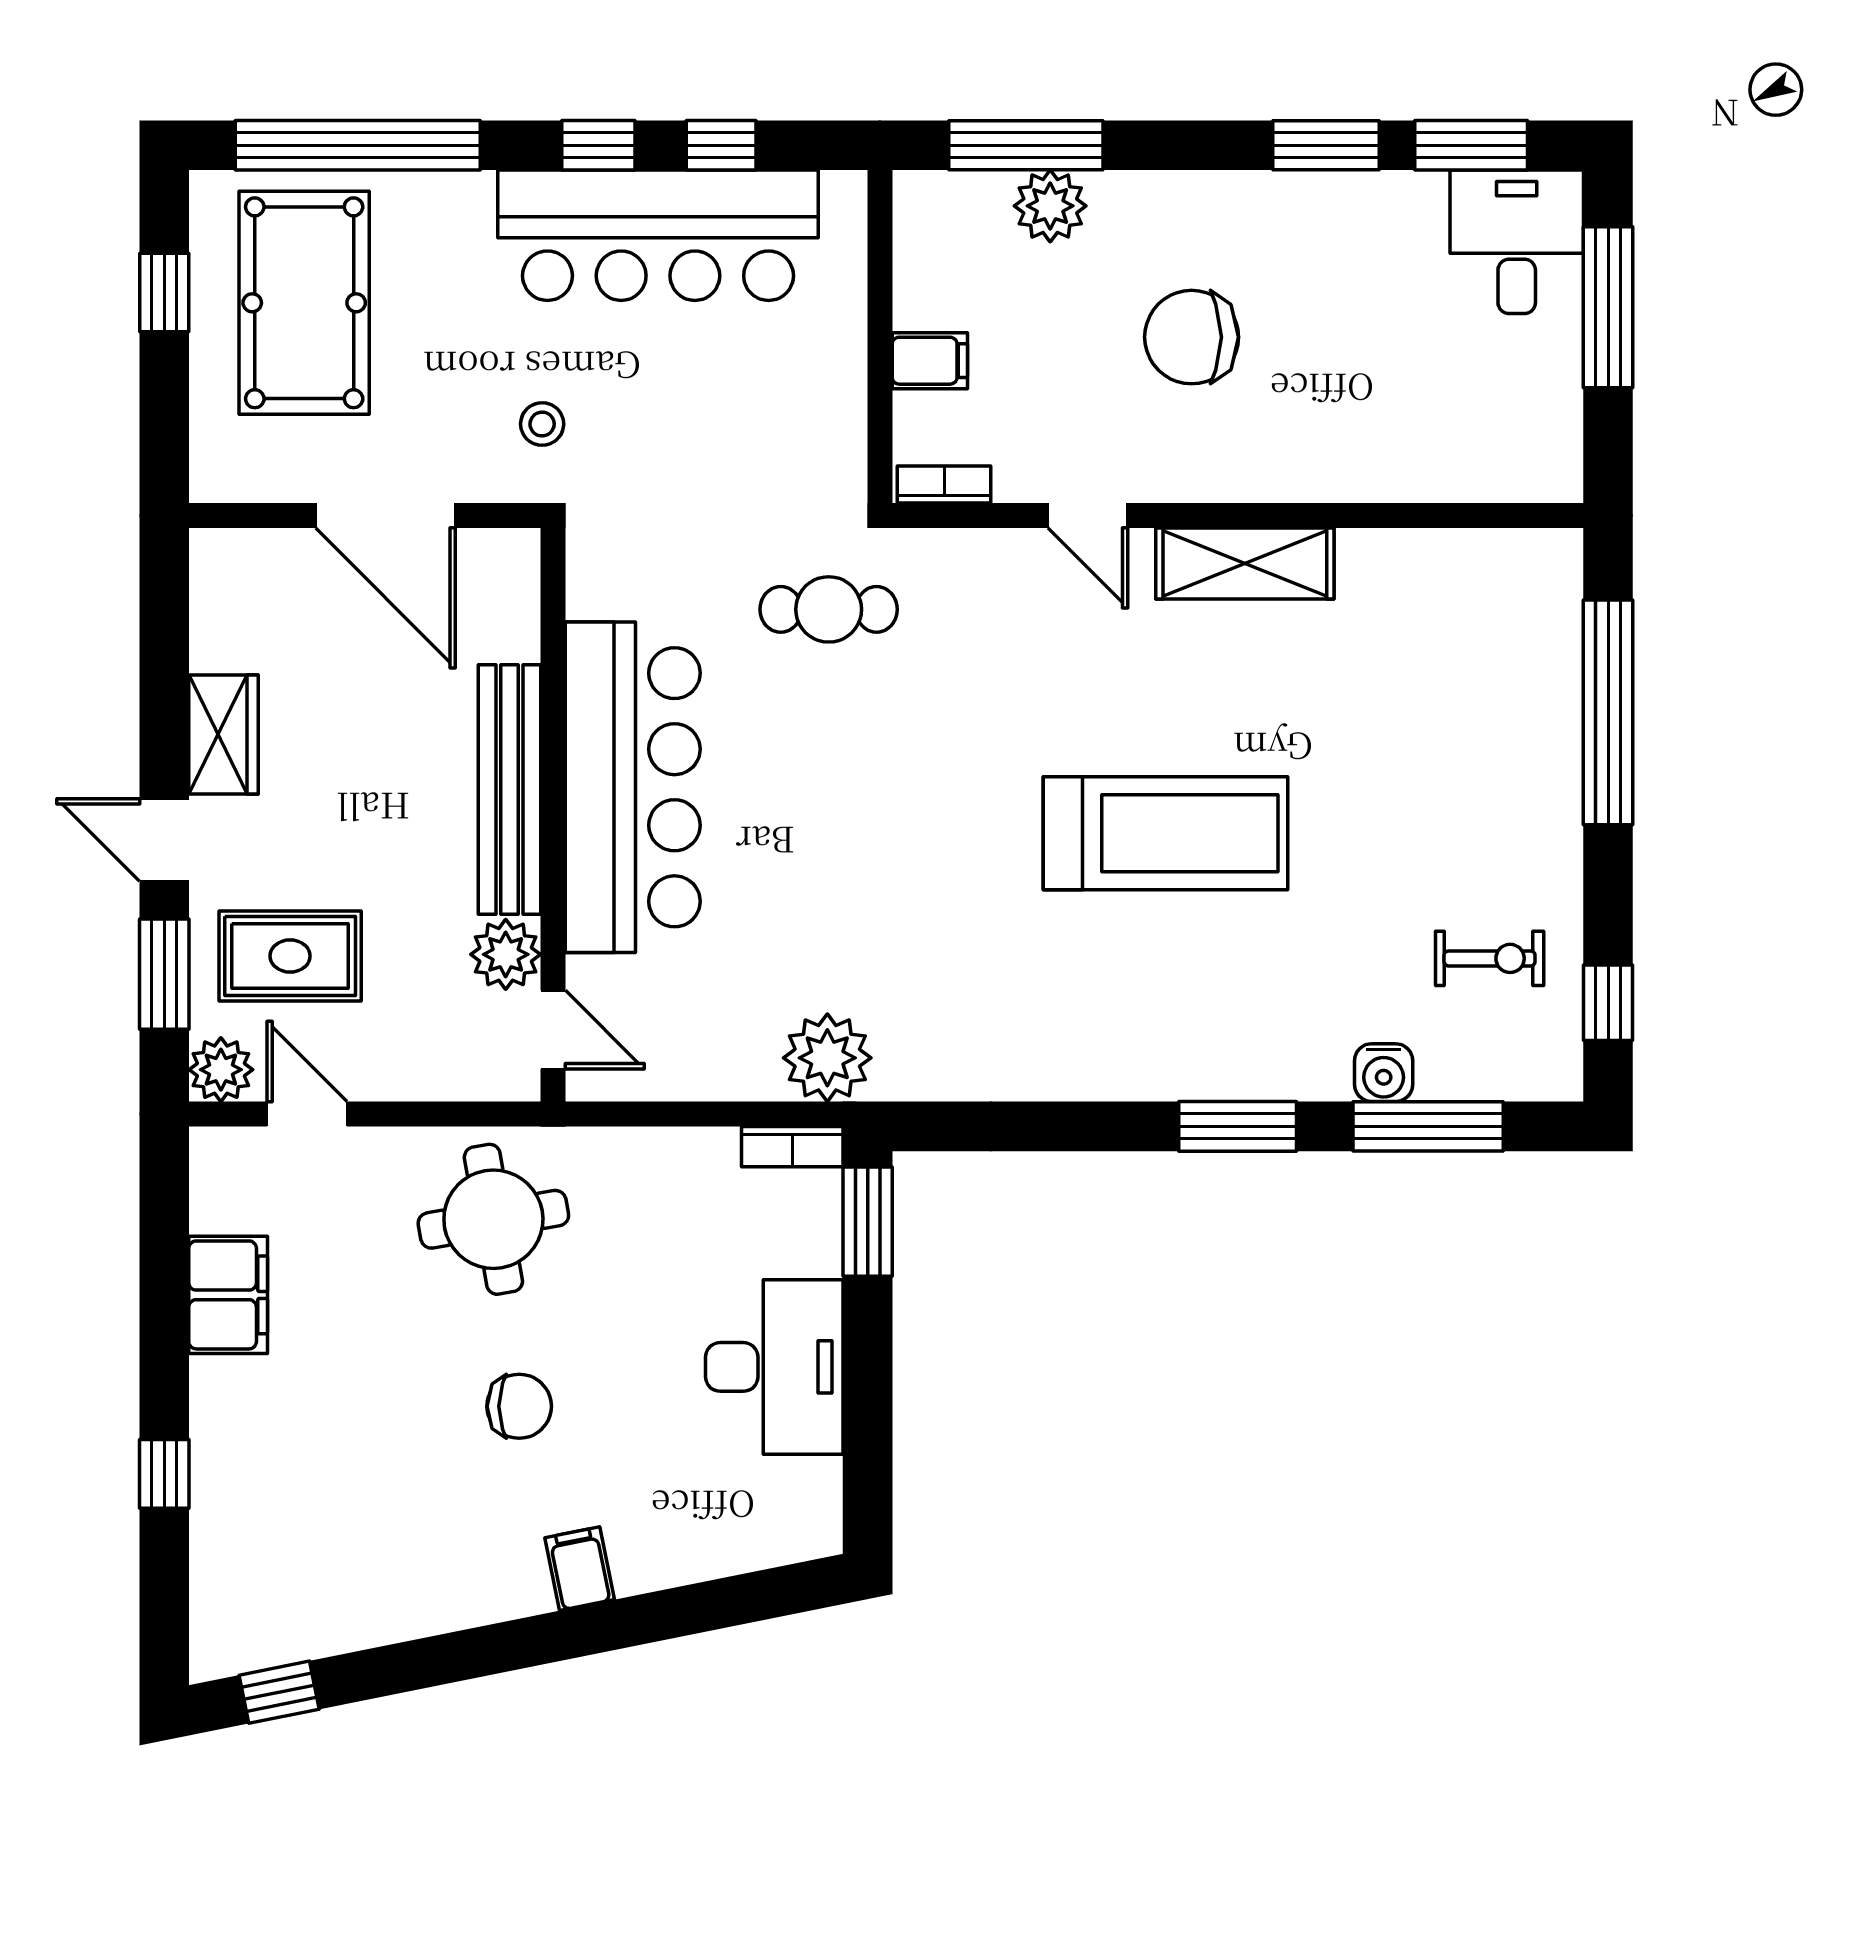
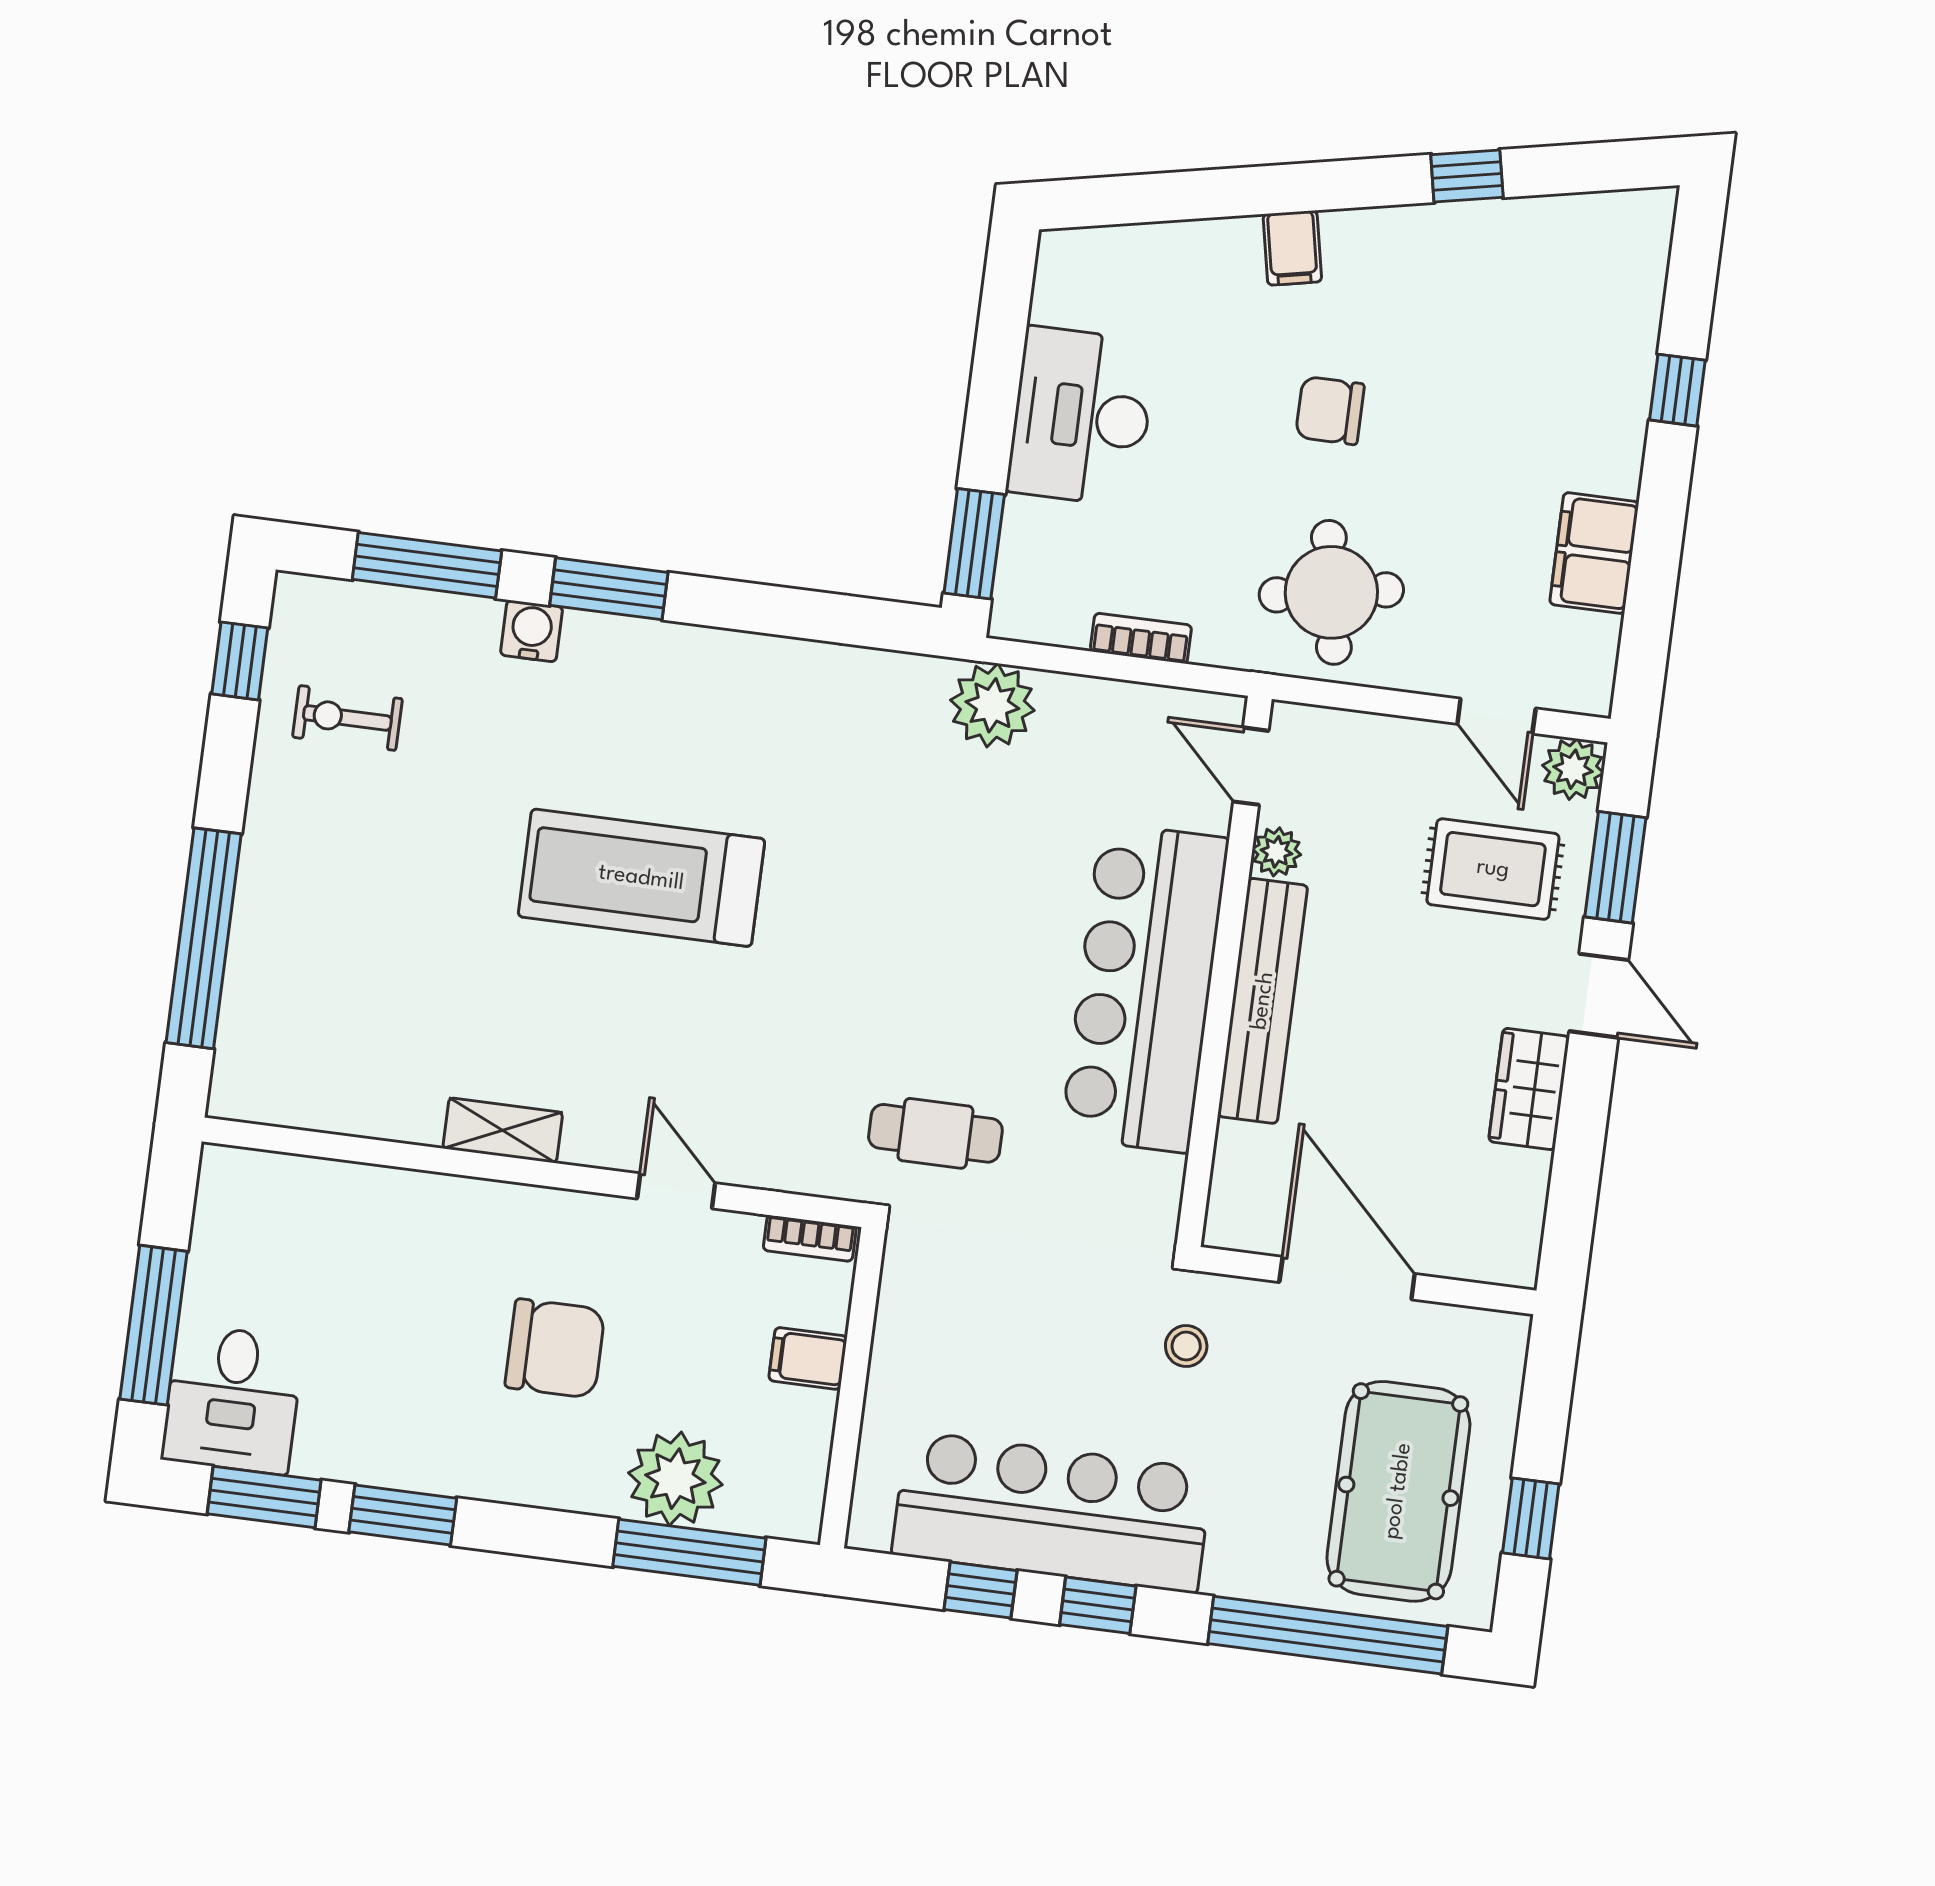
plant: (1050, 206) -> (675, 1479), width x1.36, depth x1.36
shelving: (1245, 563) -> (503, 1130), width x0.67, depth x0.75
plant: (506, 954) -> (1277, 852), width x0.73, depth x0.73
water cooler: (1384, 1073) -> (532, 631), moved
bookcase: (792, 1147) -> (1141, 638), moved
window: (279, 1692) -> (1467, 176), moved

